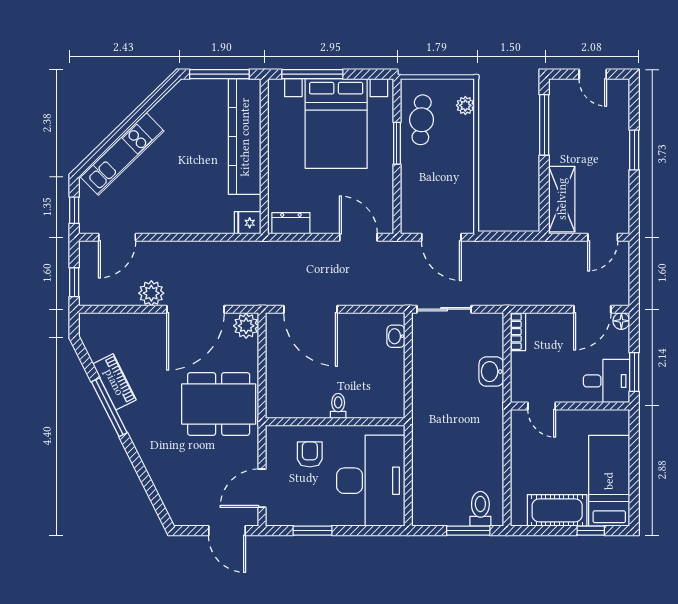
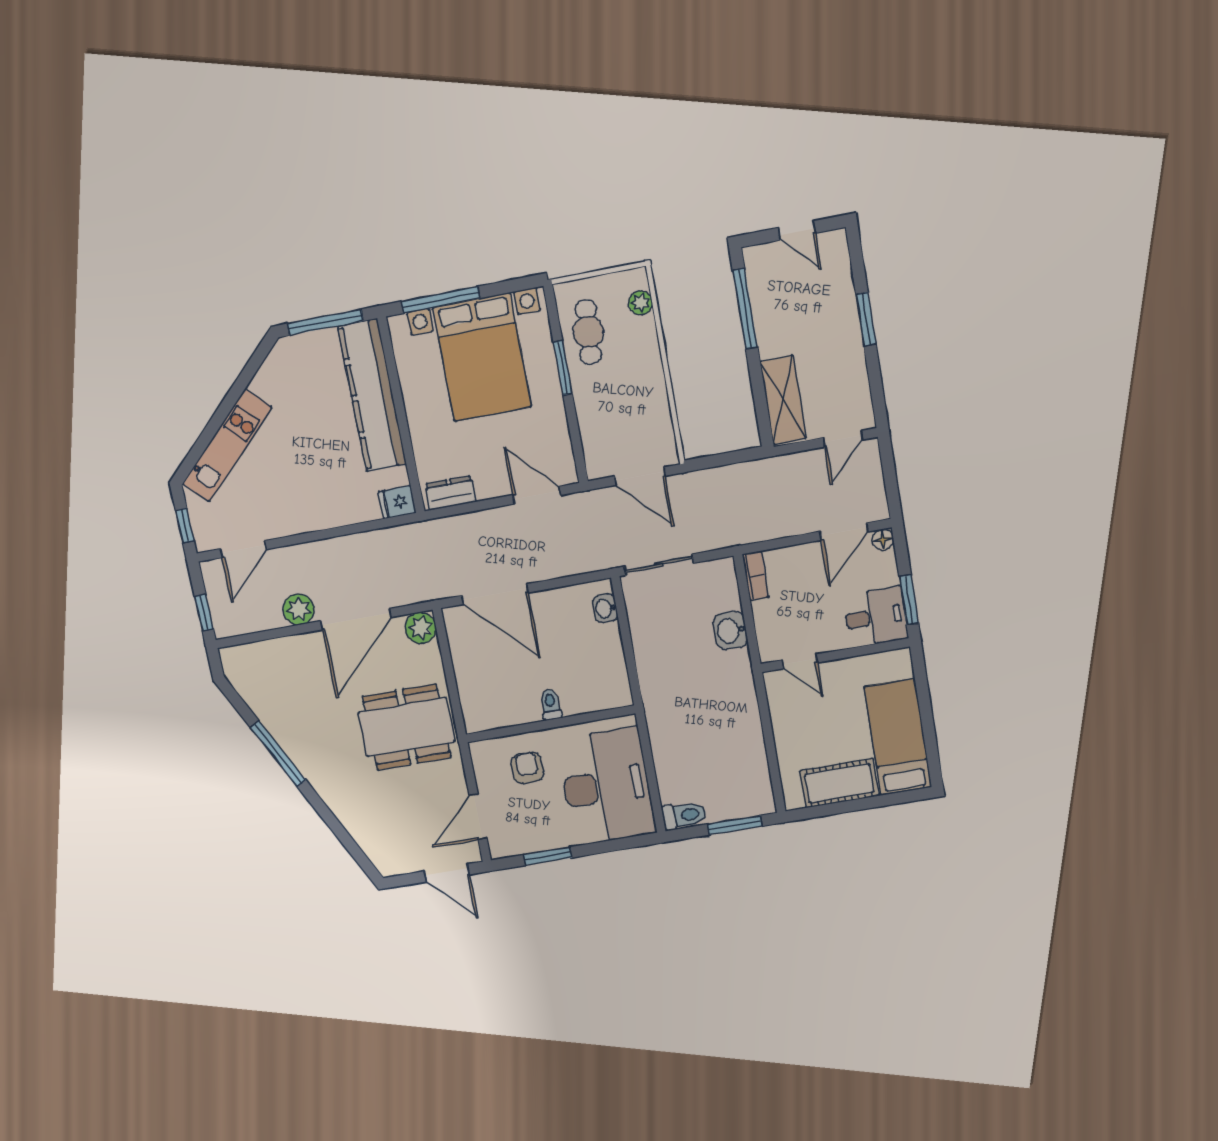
piano: (114, 382) -> (278, 723), removed
toilet: (480, 509) -> (684, 815), moved, turned 90
window: (591, 531) -> (884, 800), removed

